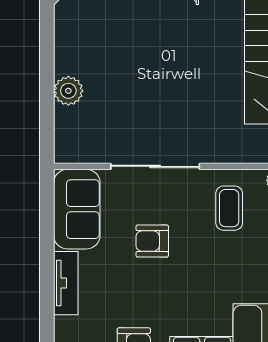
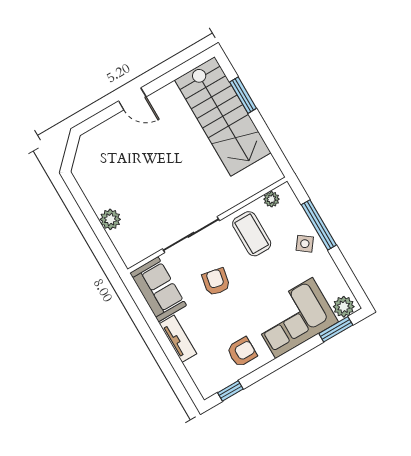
coffee table: (229, 208) -> (252, 234), width x1.36, depth x1.30
armchair: (152, 241) -> (216, 282), turned 101

